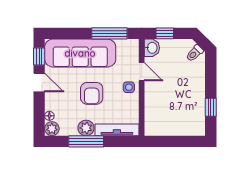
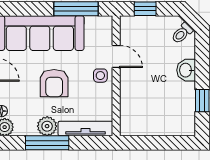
washbasin: (152, 48) -> (186, 70), moved, turned 180

